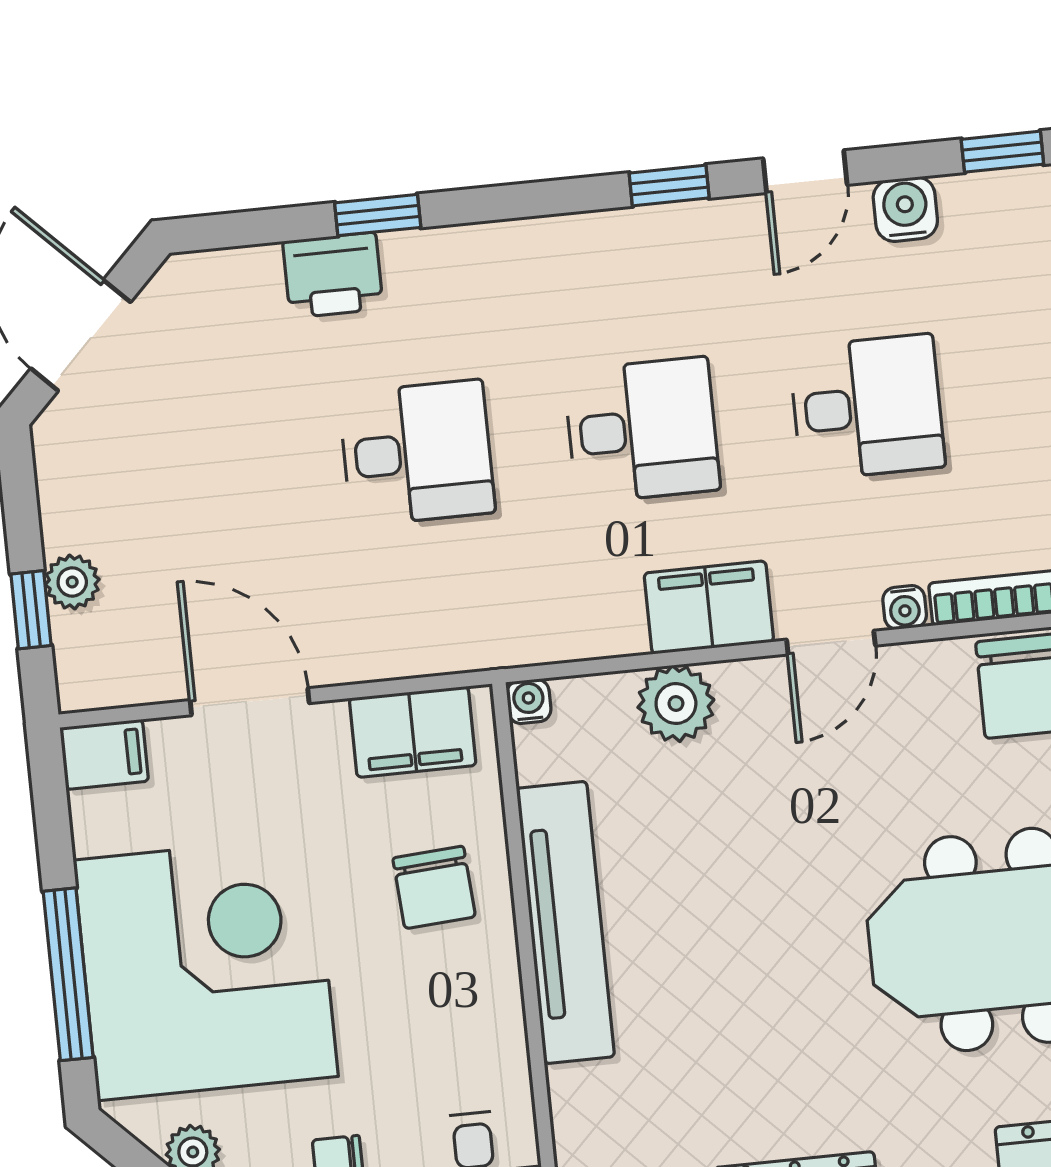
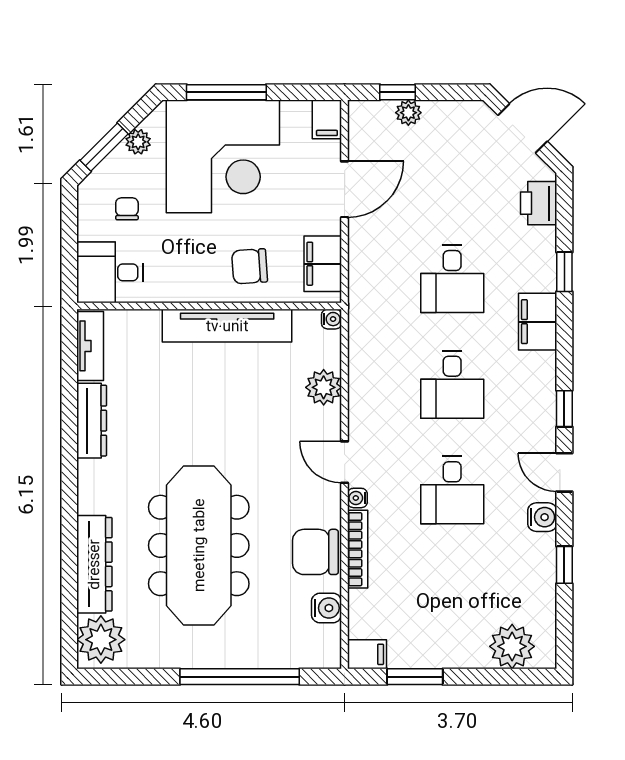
printer: (333, 275) -> (539, 203), moved
filing cabinet: (709, 607) -> (538, 322), moved, turned 180

